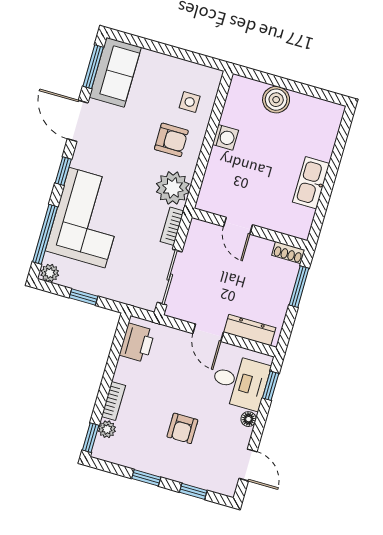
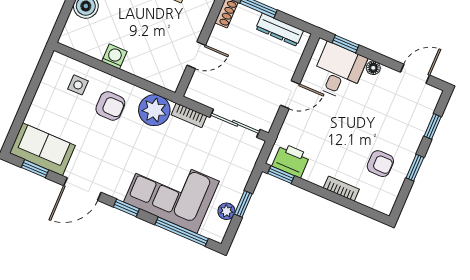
window: (93, 67) -> (35, 169), width x0.67
armchair: (171, 140) -> (110, 106), turned 90
plant: (50, 273) -> (226, 211), moved
dresser: (250, 330) -> (280, 30), moved, turned -90
armchair: (182, 428) -> (380, 164), moved
plant: (107, 429) -> (366, 198), removed
window: (91, 438) -> (281, 175), moved

